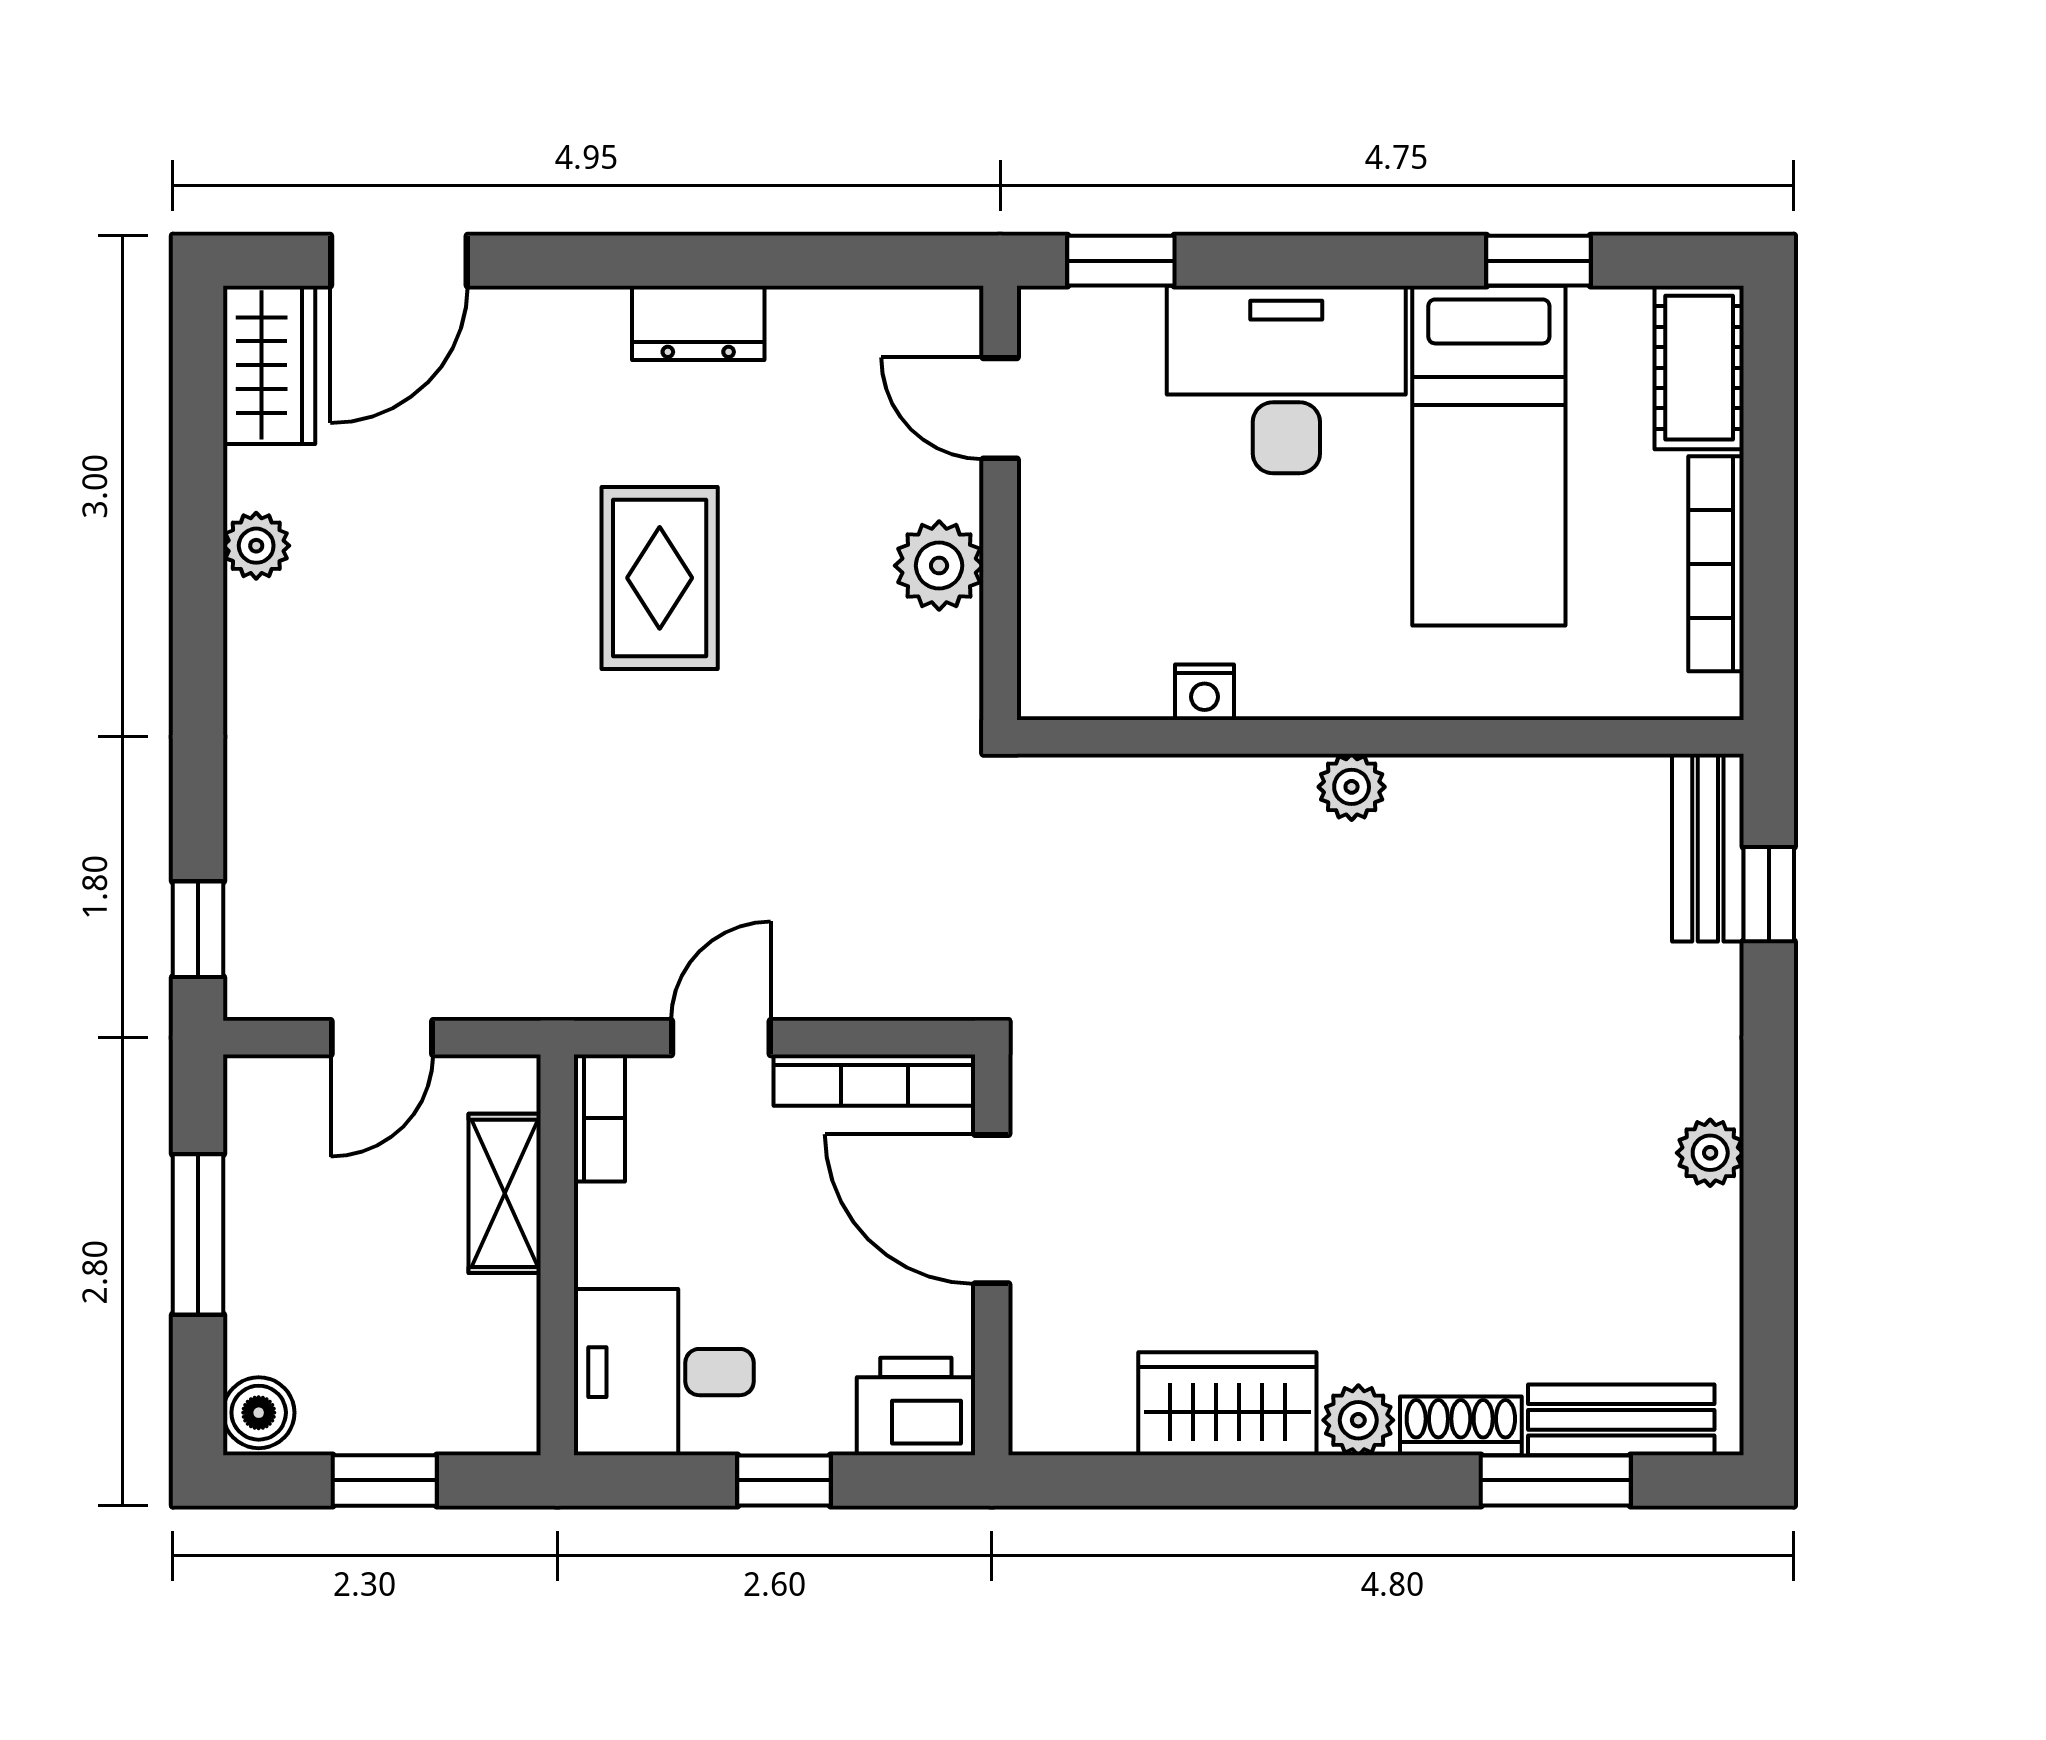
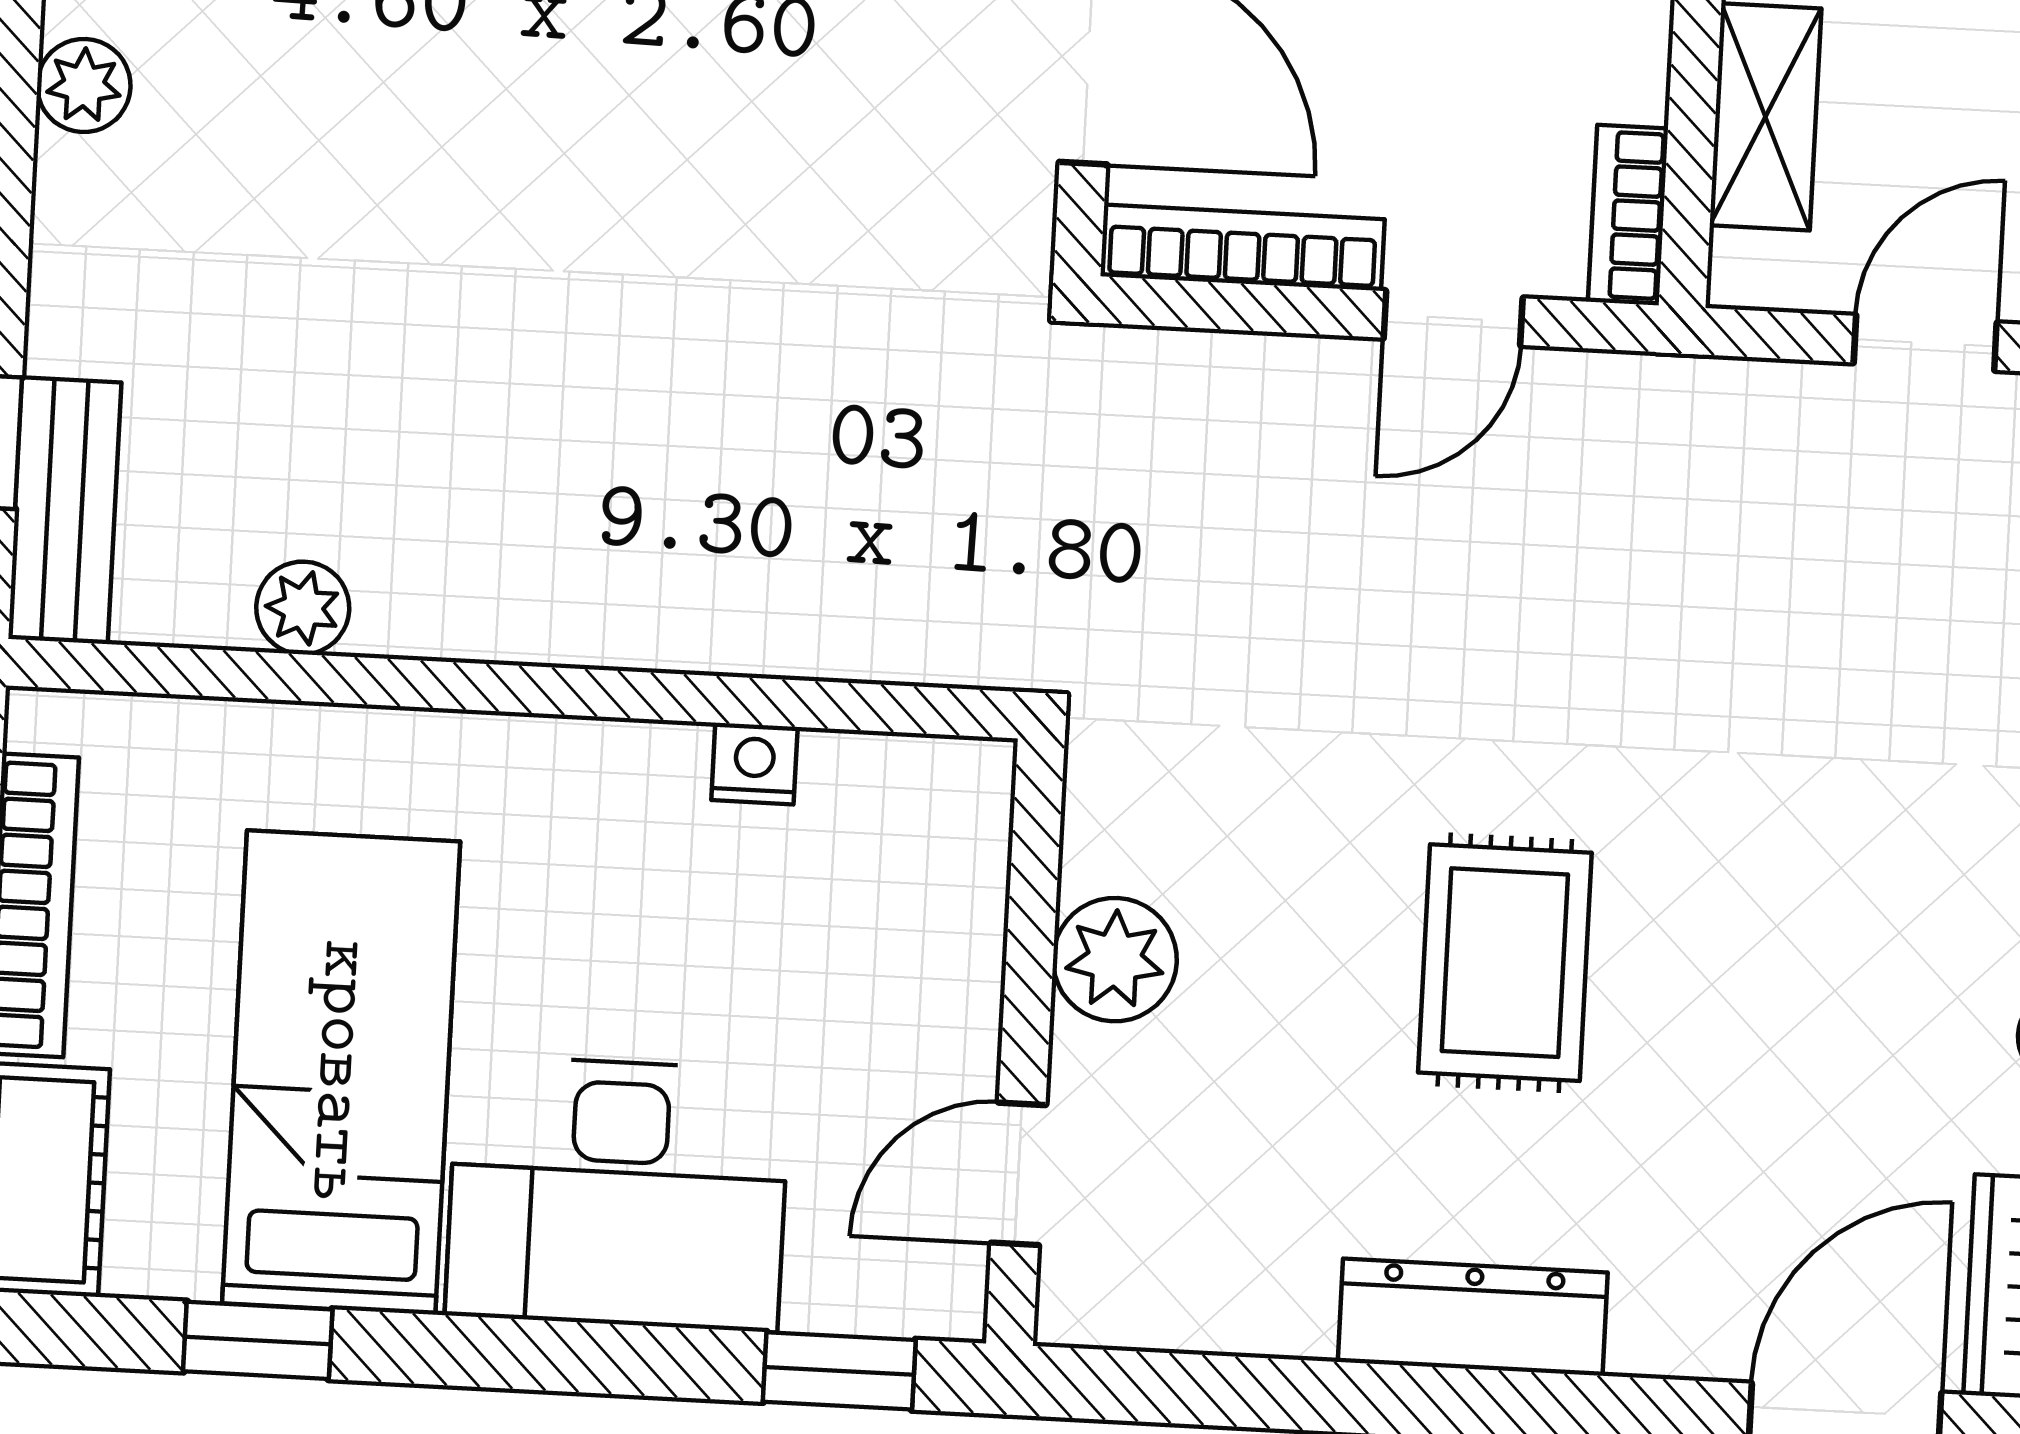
dresser: (698, 323) -> (1473, 1317), width x1.44
door: (1000, 408) -> (1018, 1174), swing flipped
plant: (1352, 787) -> (303, 608), moved

